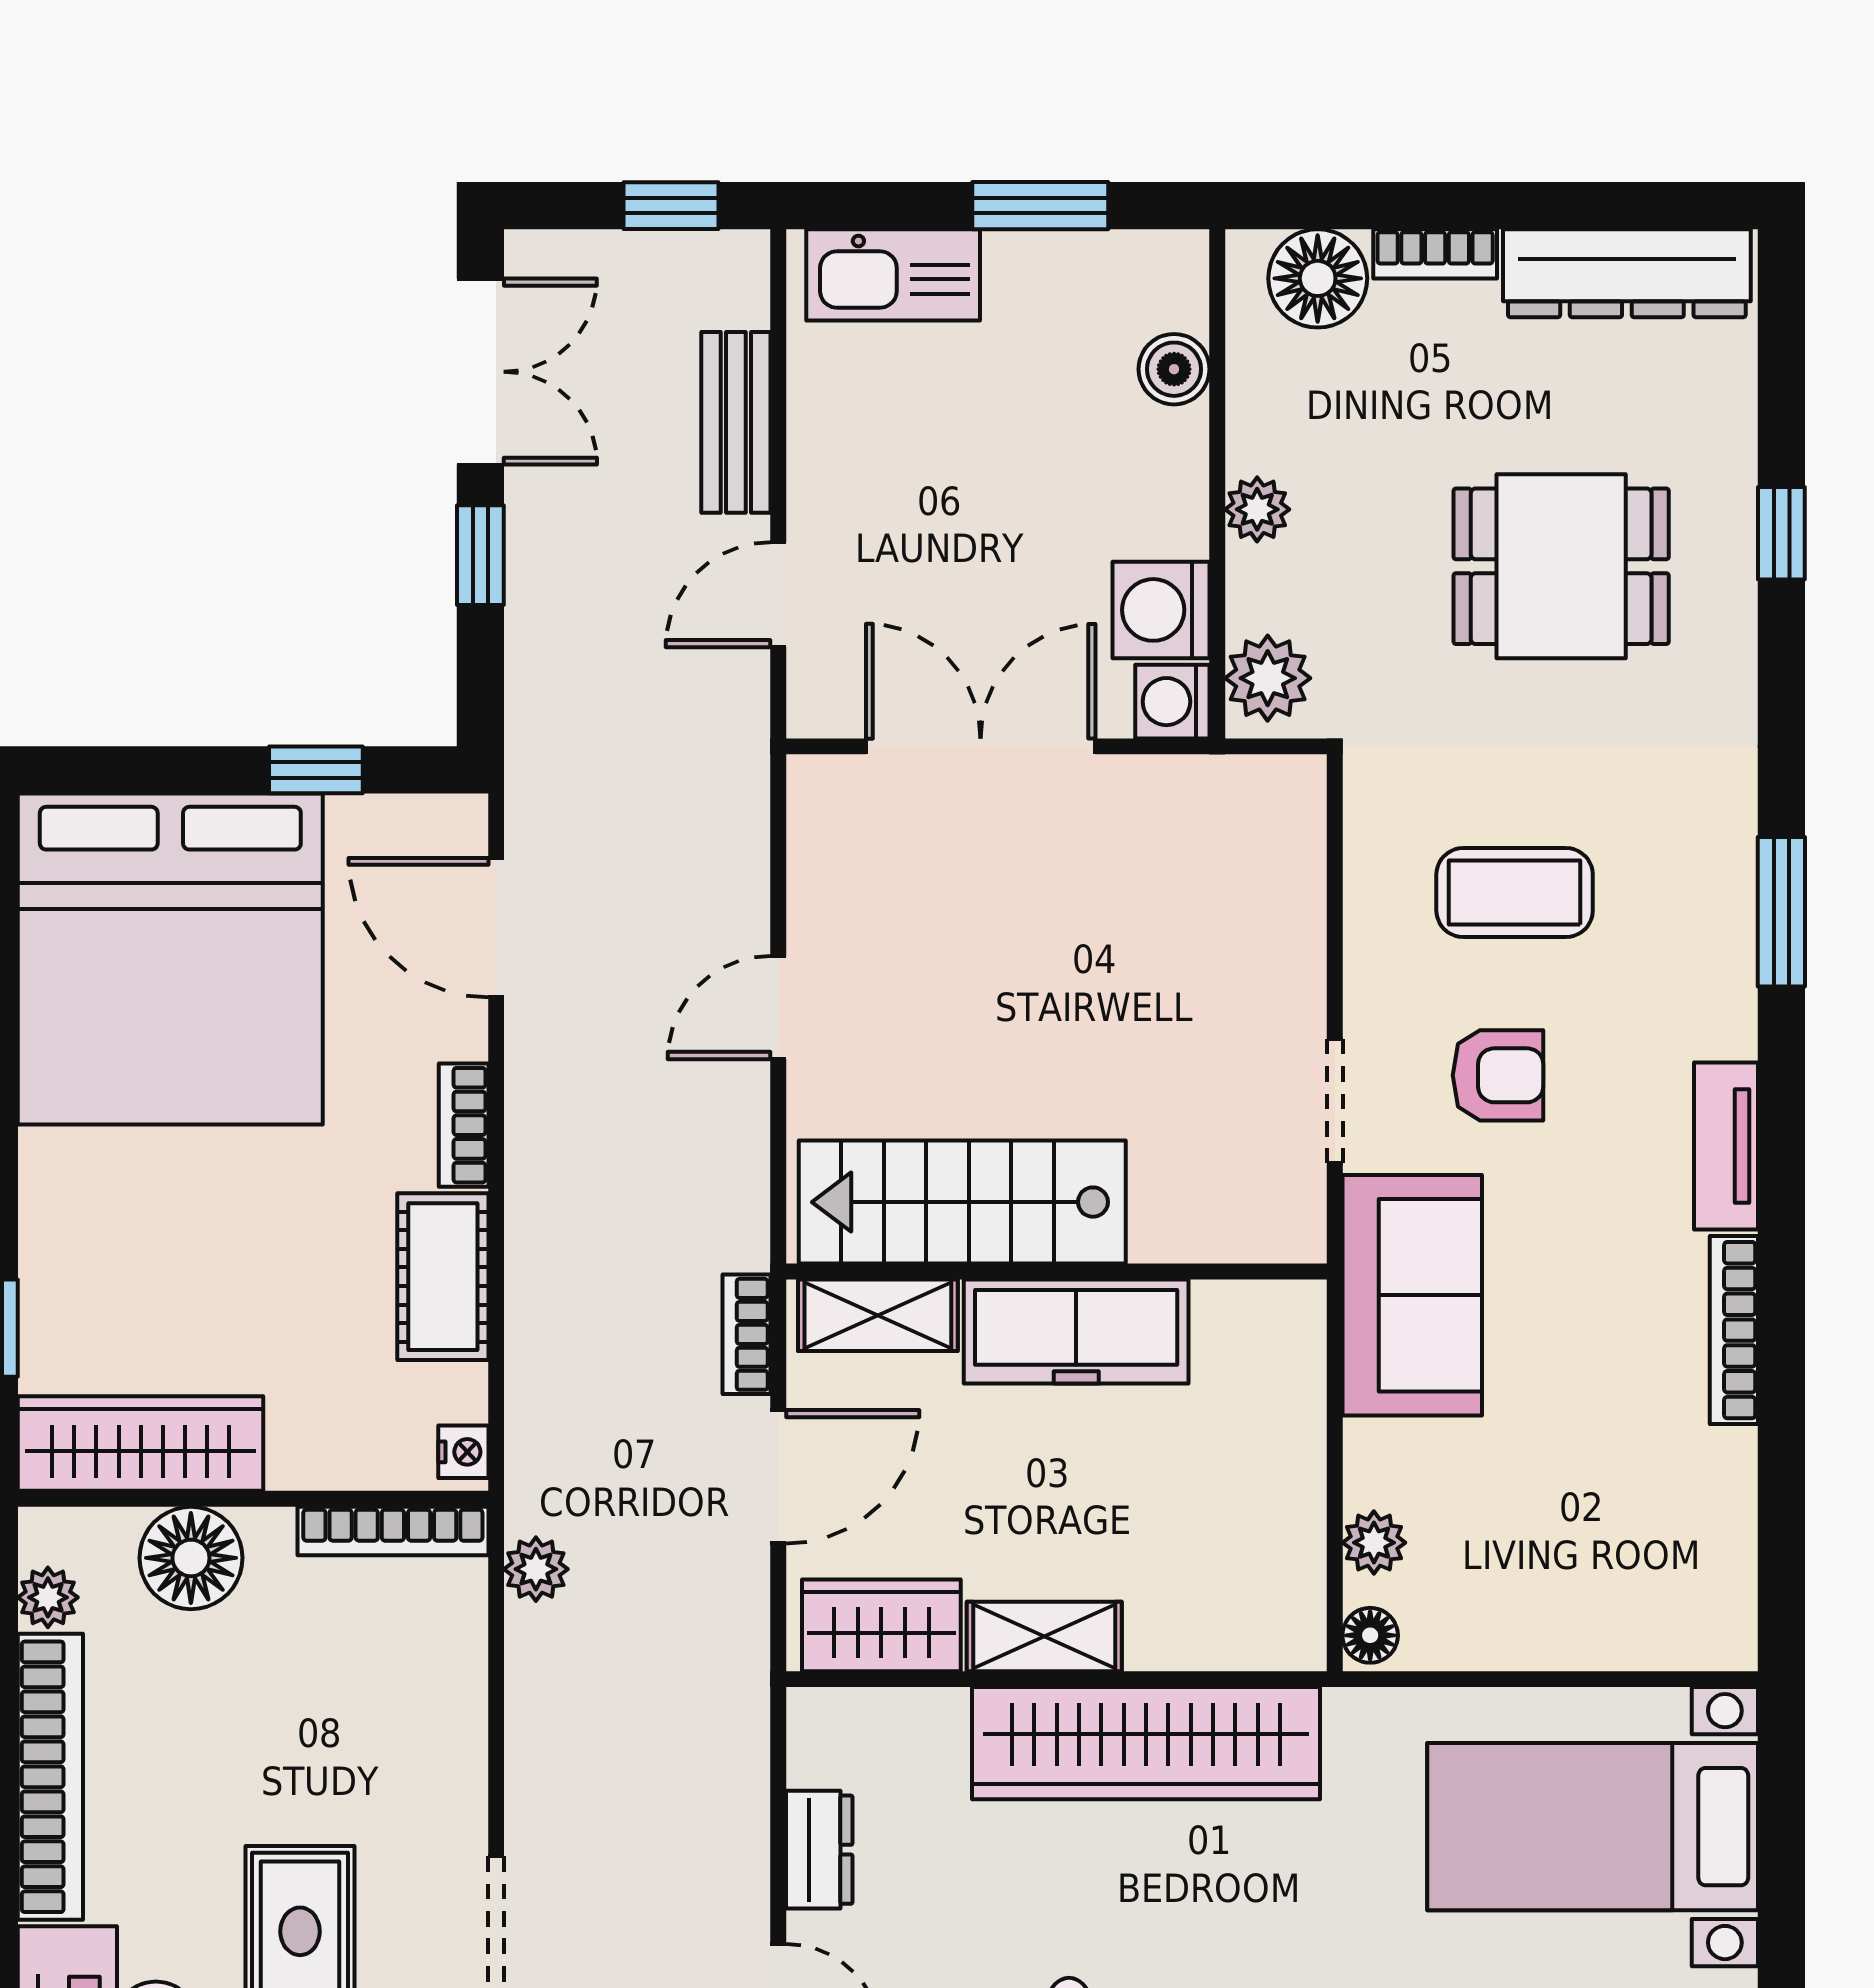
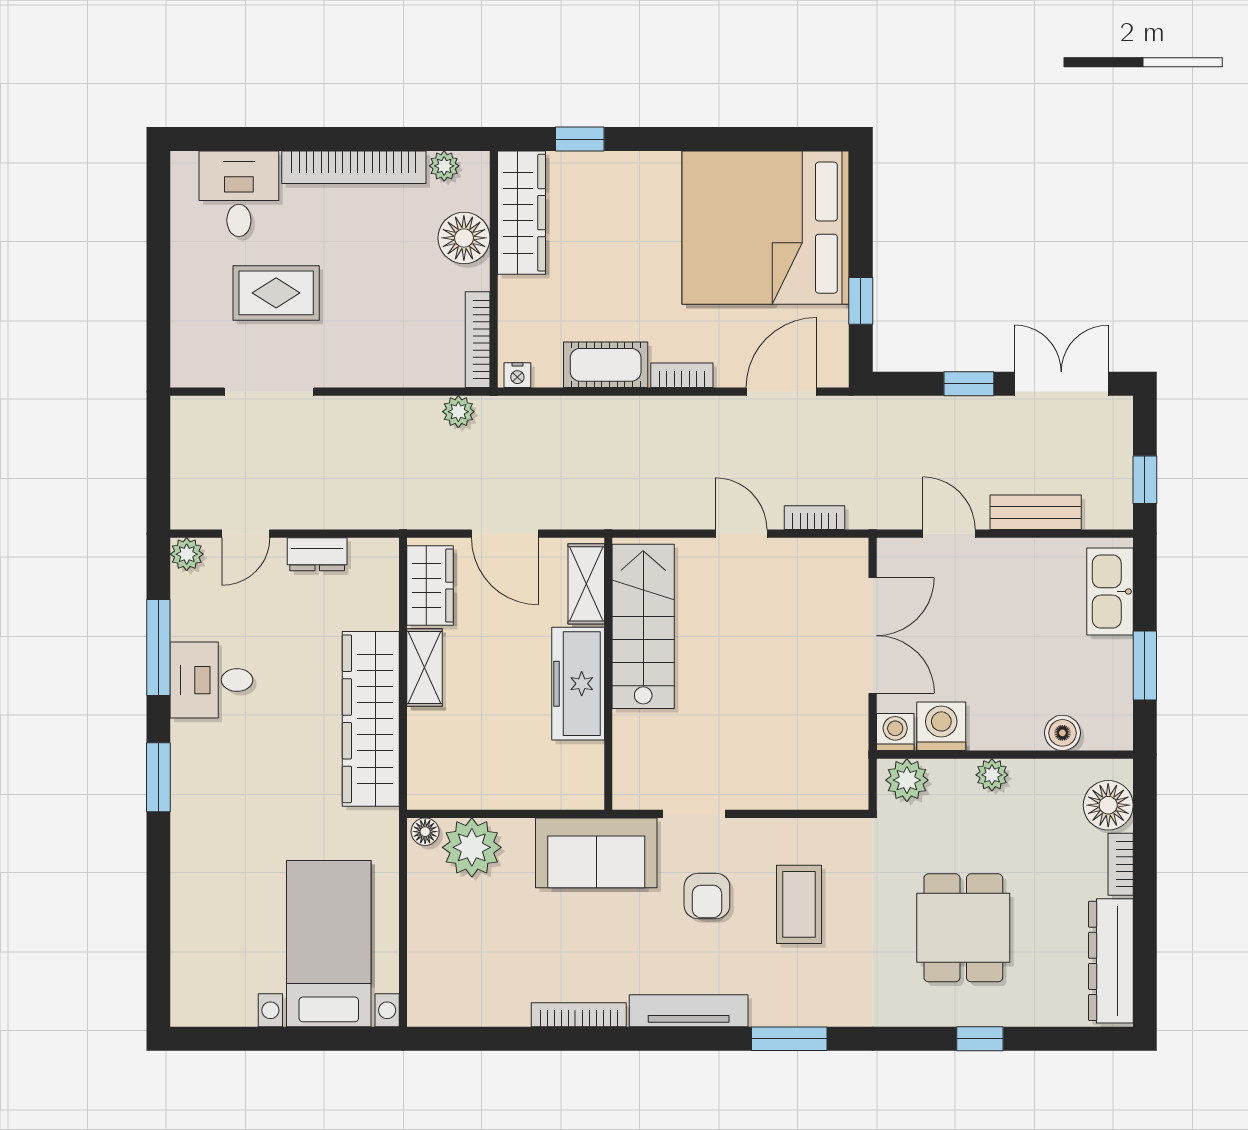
double door: (480, 372) -> (1061, 384), swing flipped
tv unit: (1726, 1146) -> (689, 1011), width x1.41
bookcase: (746, 1334) -> (815, 518), moved
plant: (1374, 1543) -> (472, 847), width x1.87, depth x1.87

